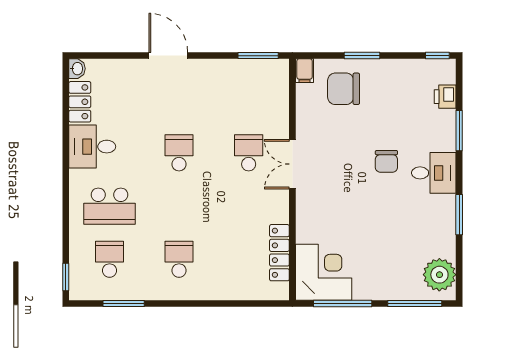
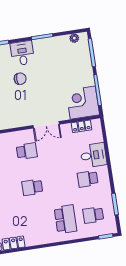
desk: (92, 147) -> (93, 155), moved, turned -90
school desk: (249, 153) -> (27, 151), turned 180
double door: (292, 164) -> (46, 125), moved
locker: (279, 253) -> (81, 126), width x0.66
plant: (439, 275) -> (74, 38), width x0.53, depth x0.53

